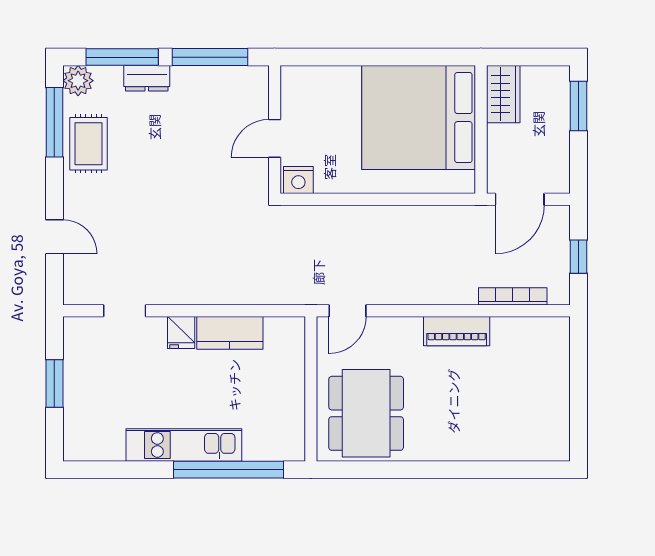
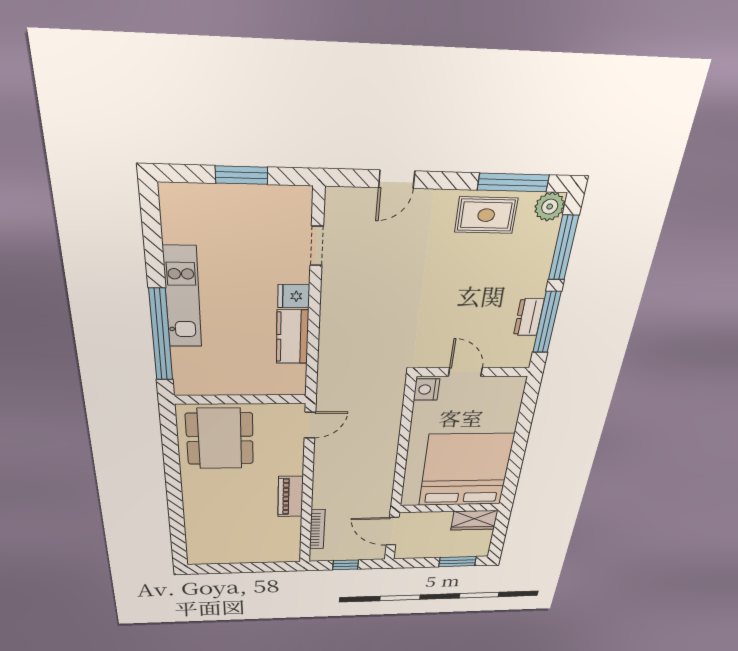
dresser: (147, 78) -> (529, 317), moved
door: (348, 311) -> (310, 425), swing flipped
dining table: (366, 413) -> (220, 439), turned 90

